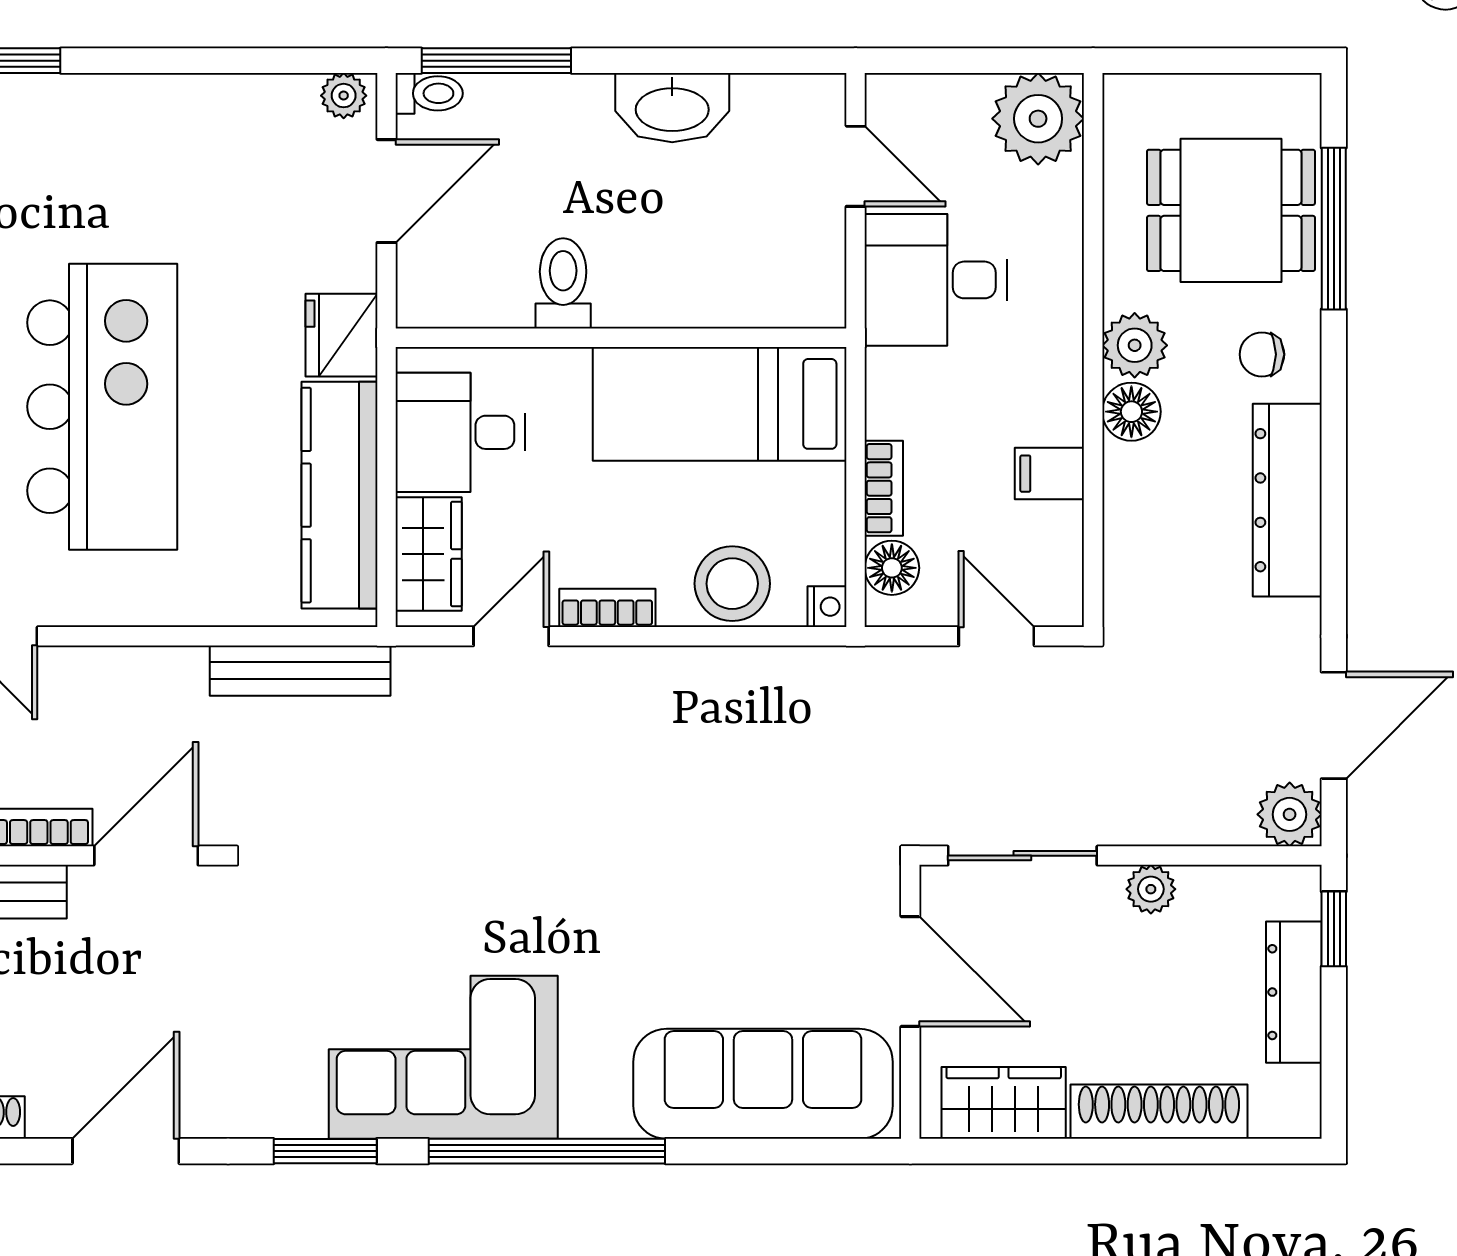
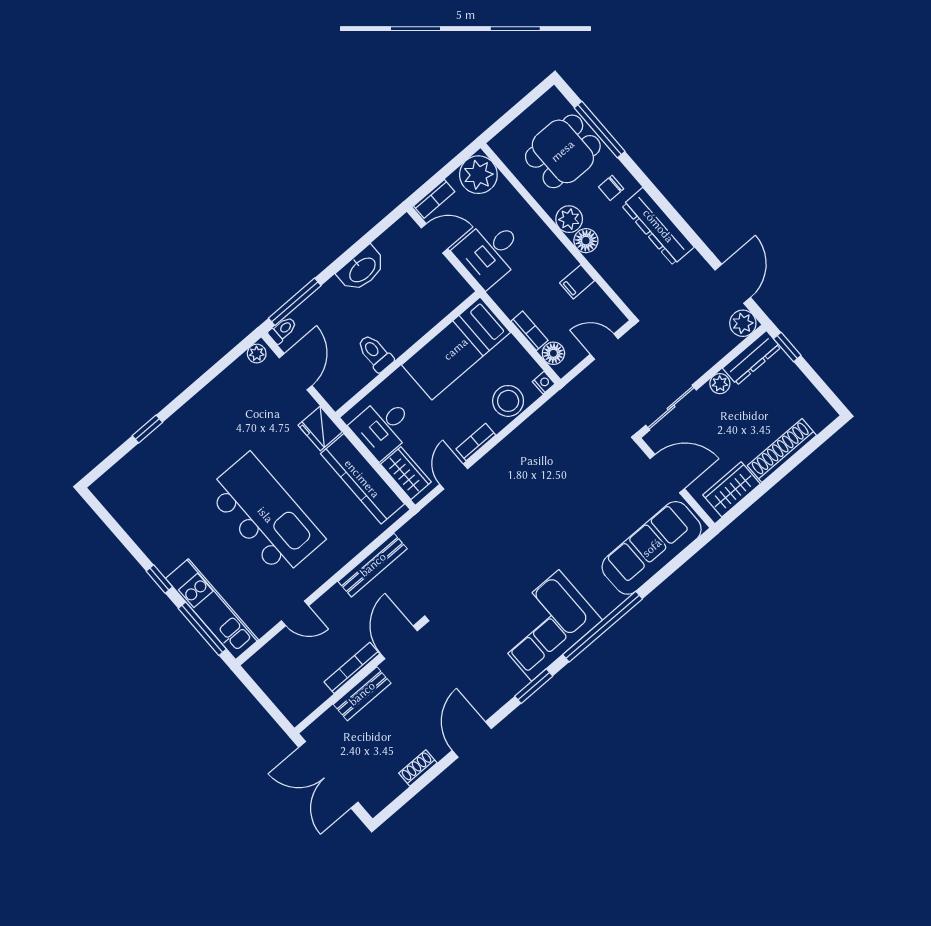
bookcase: (918, 93) -> (434, 199), added
bench: (300, 671) -> (373, 565), moved
dresser: (1294, 992) -> (752, 358), moved, turned -90

